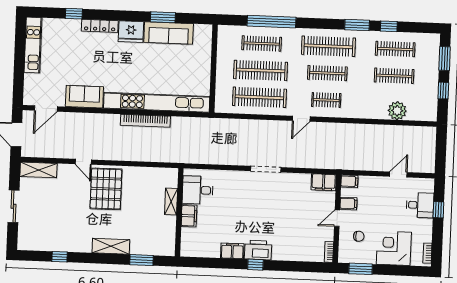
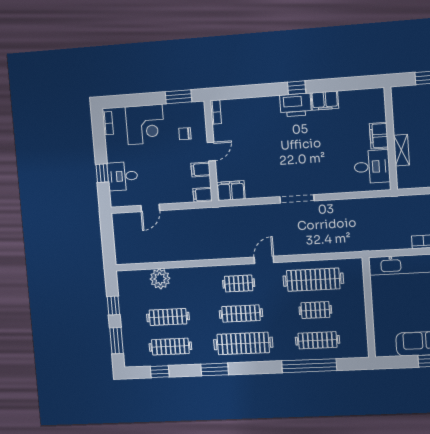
window: (389, 26) -> (160, 372), moved
clothes rail: (261, 70) -> (315, 310), width x0.54, depth x0.76

